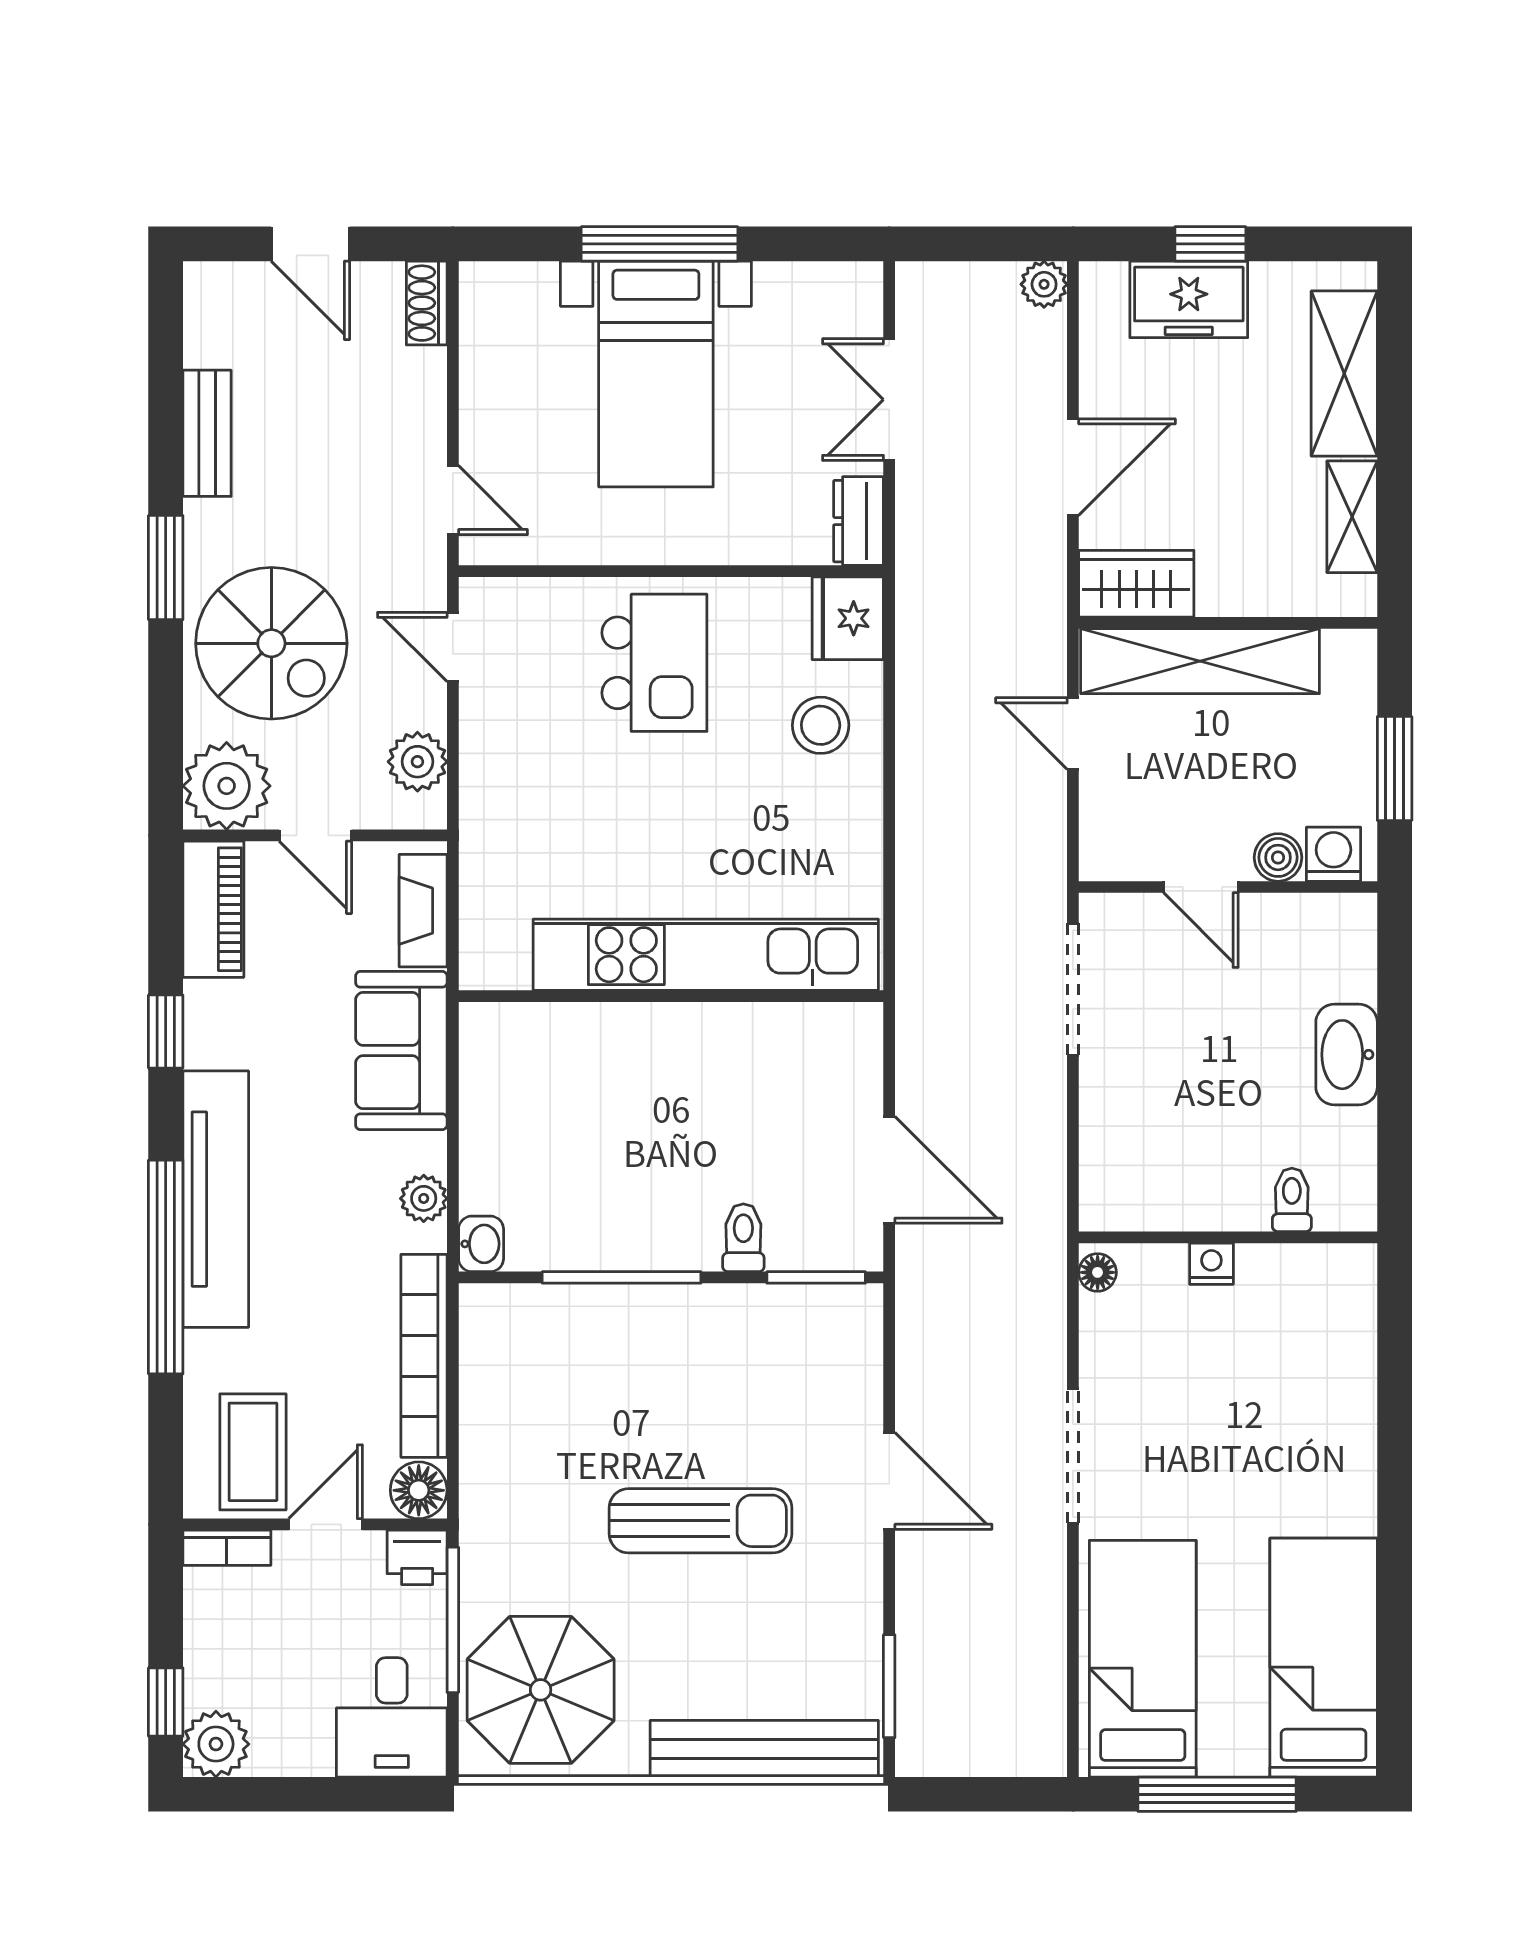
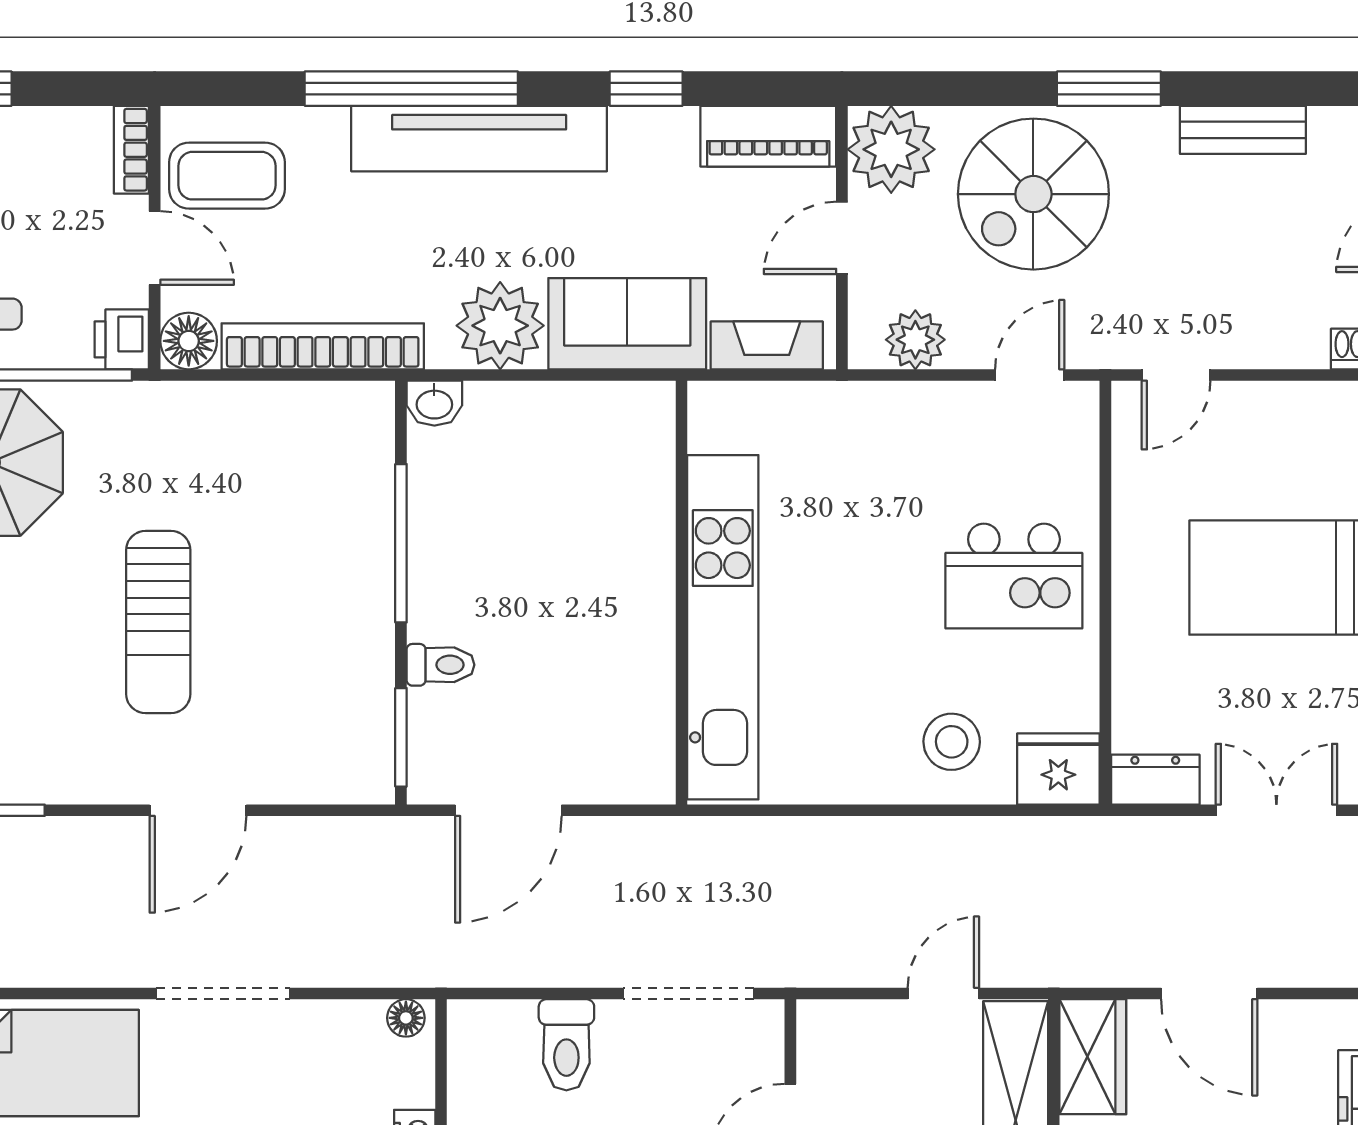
toilet: (1124, 1111) -> (566, 1045), added
plant: (424, 1198) -> (500, 326), width x1.88, depth x1.88

